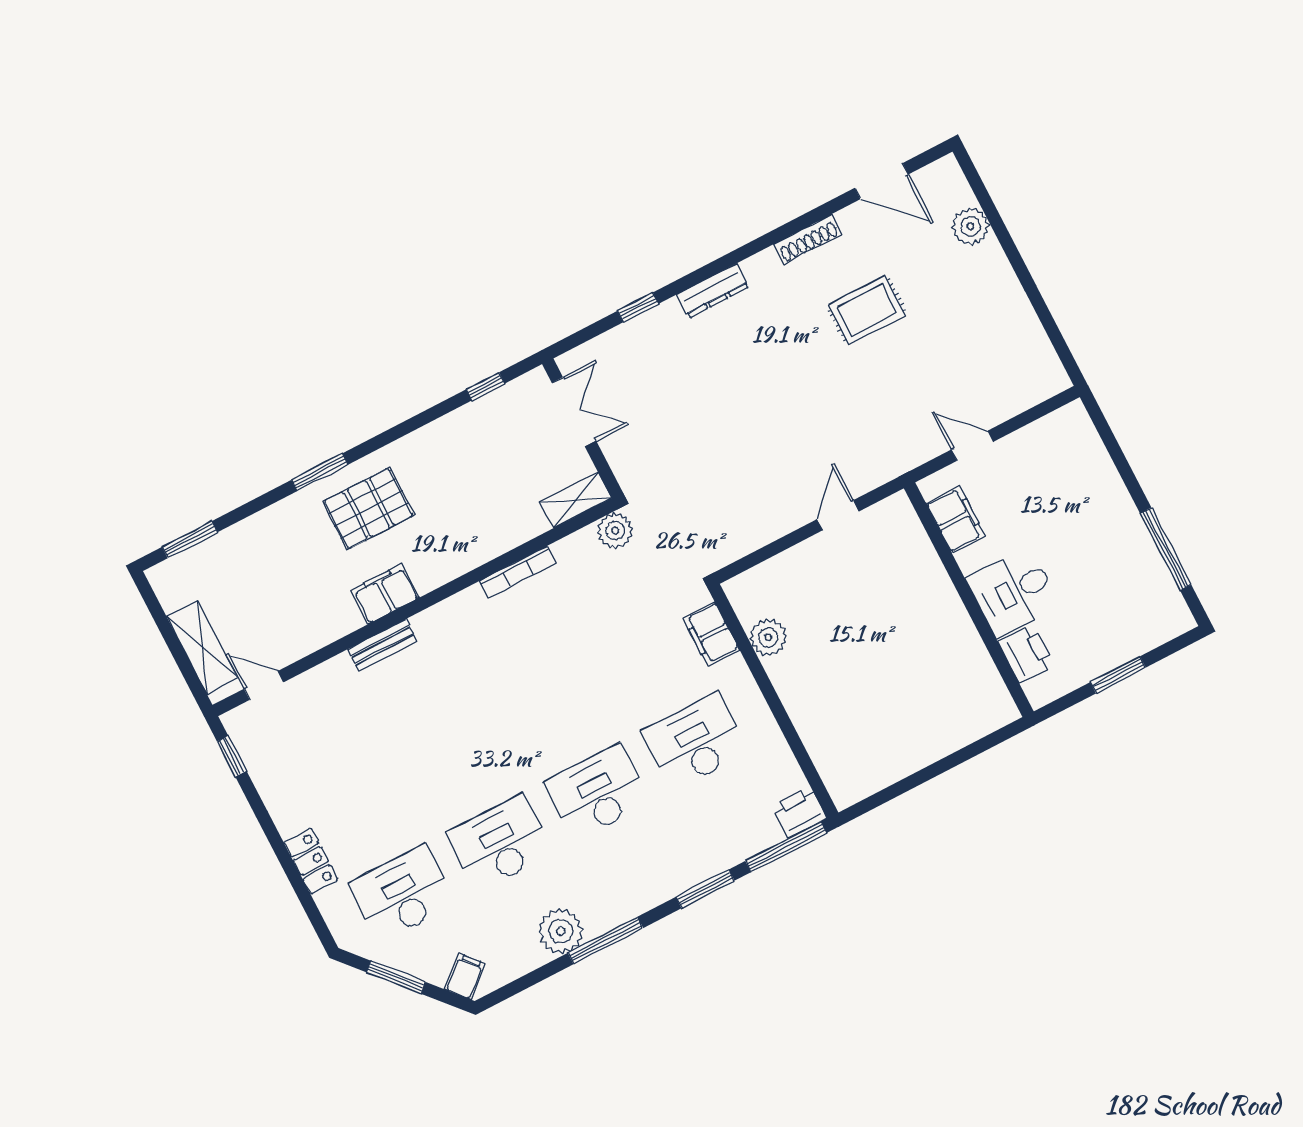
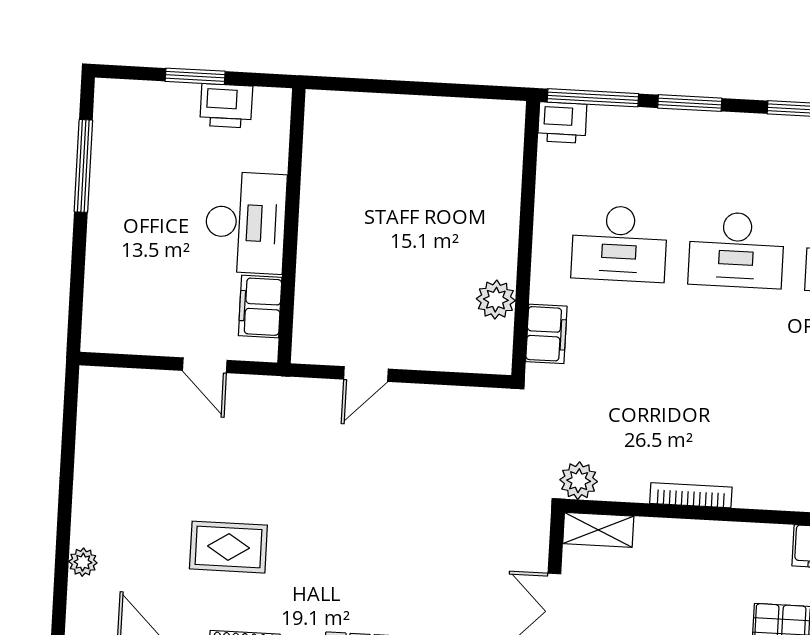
plant: (970, 226) -> (83, 562), width x0.73, depth x0.73
desk: (1013, 592) -> (246, 223), width x1.37
printer: (1026, 653) -> (226, 106), moved, turned -90

